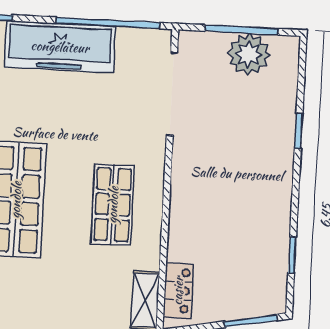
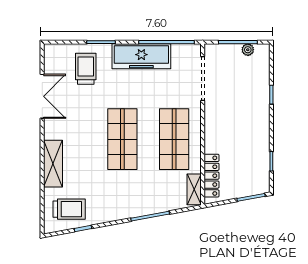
plant: (249, 54) -> (248, 50), width x0.53, depth x0.53
shop shelf: (113, 205) -> (174, 139), width x1.43, depth x1.36
locker: (178, 291) -> (211, 176), width x1.53

